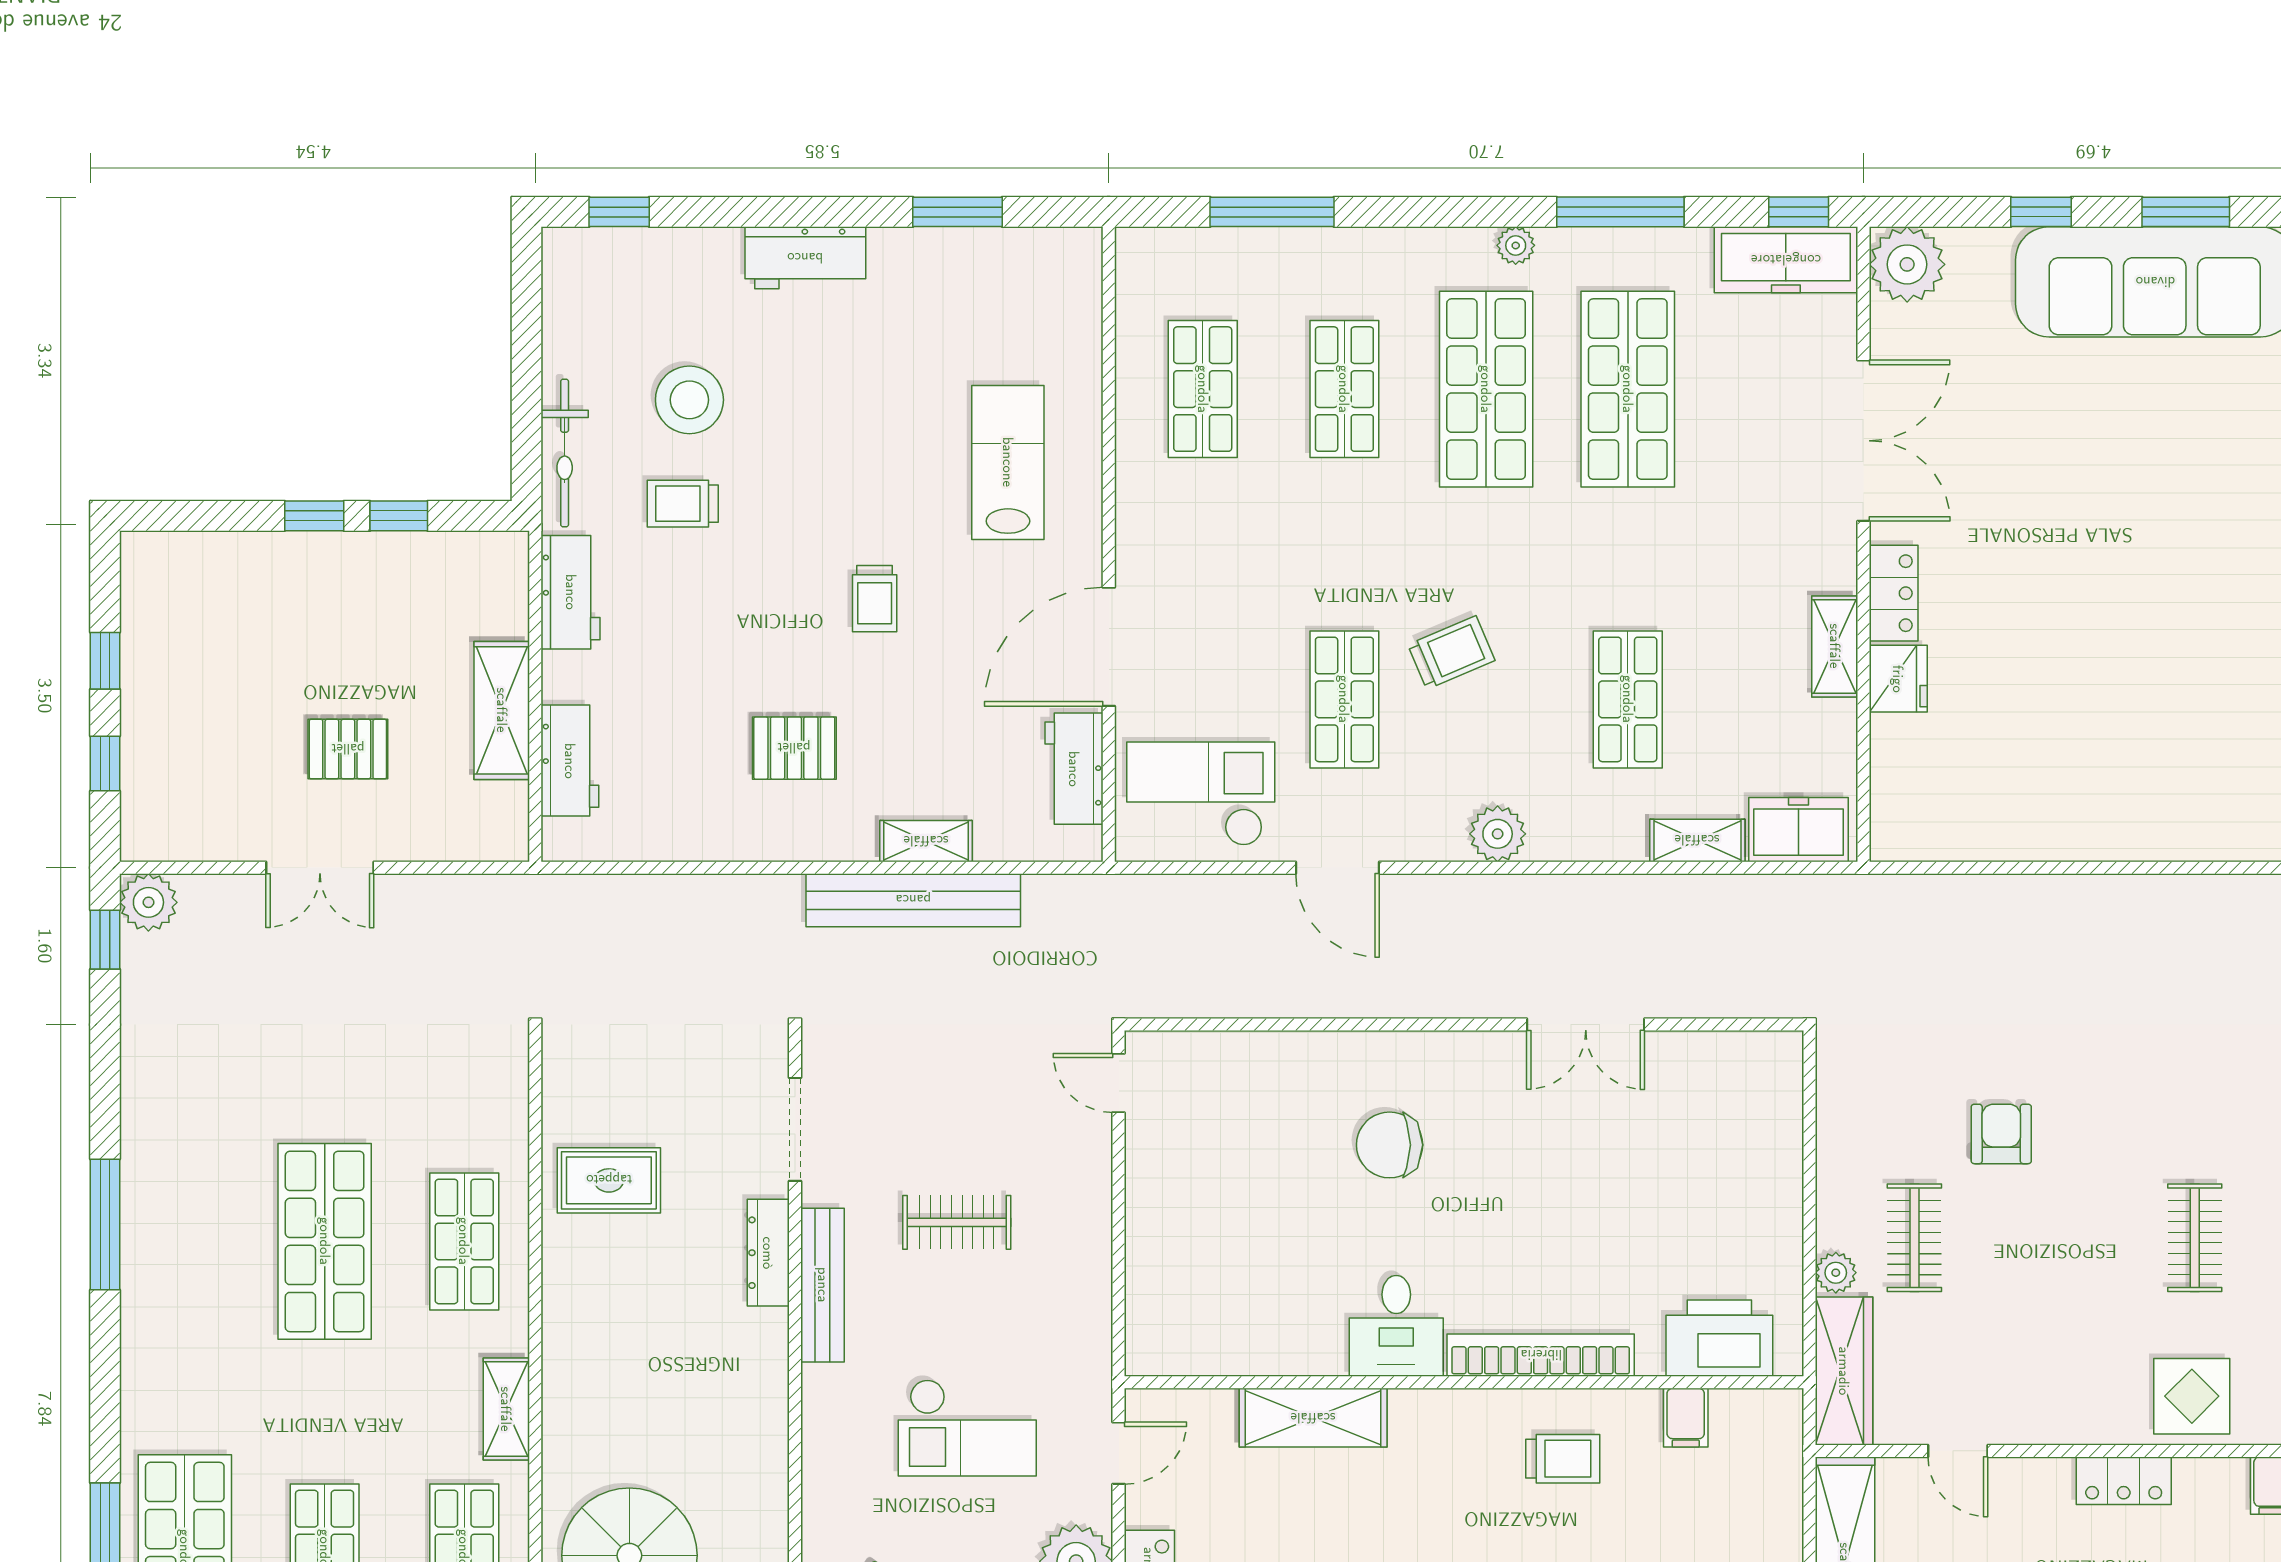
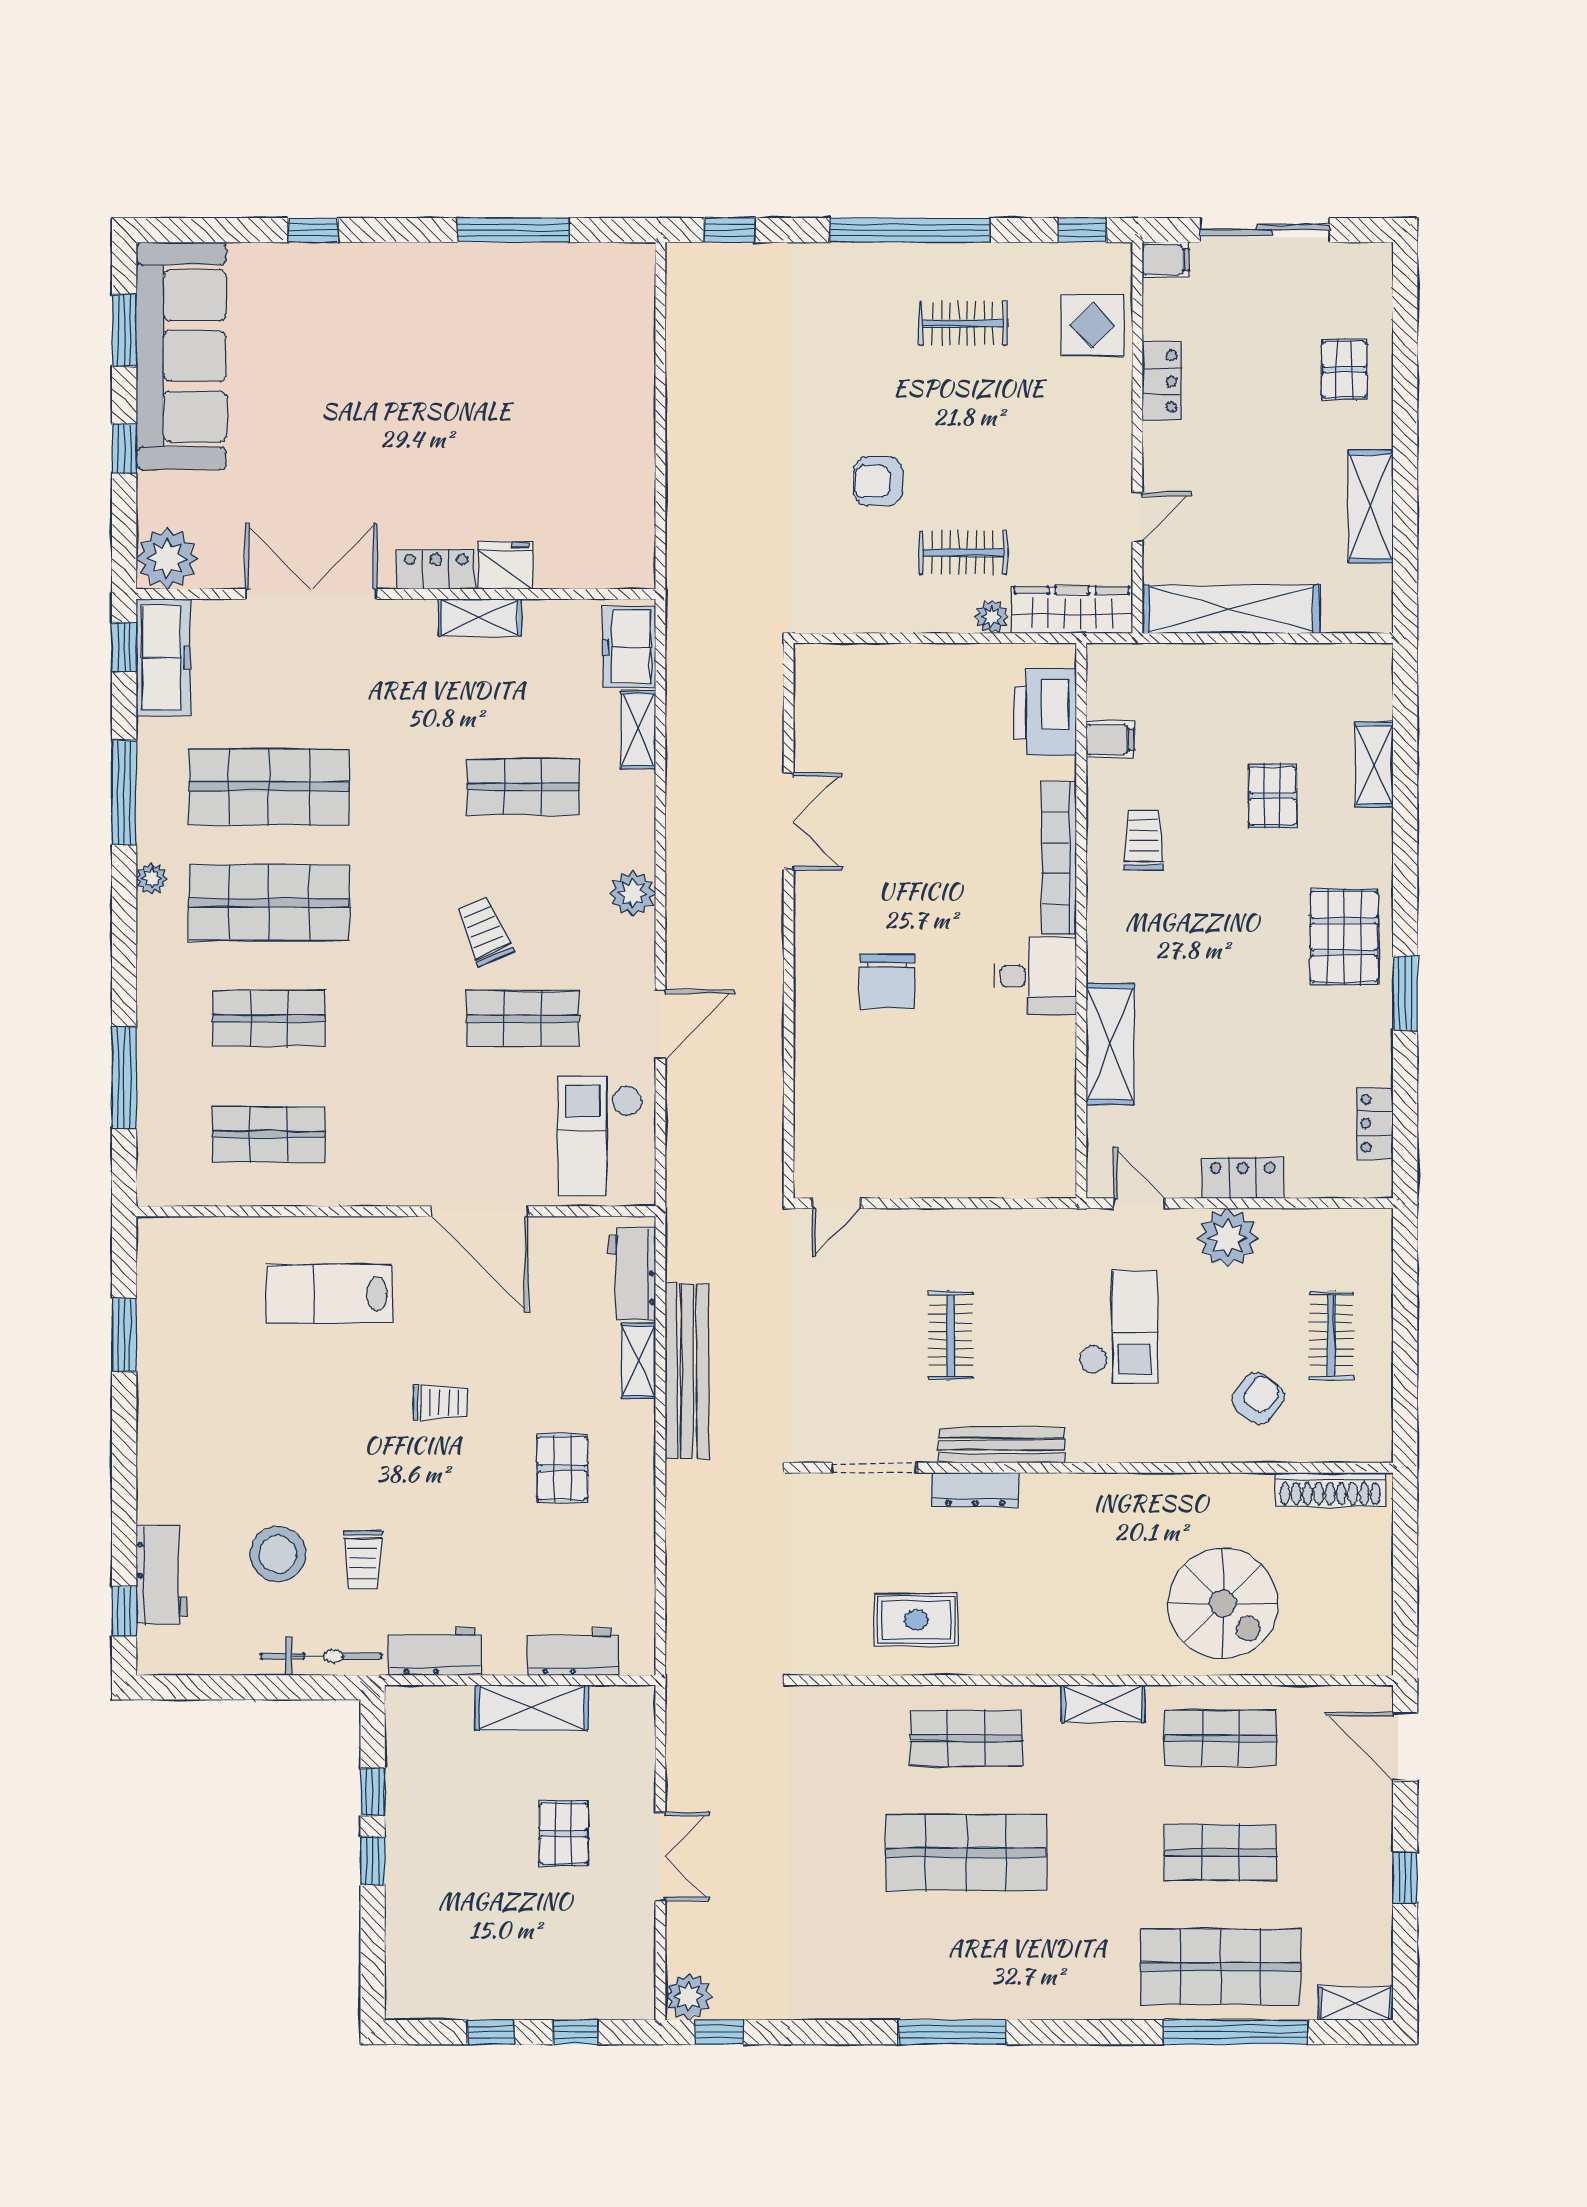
workbench: (805, 258) -> (162, 1575), moved
workbench: (1074, 769) -> (632, 1274), moved, turned 90
rug: (609, 1180) -> (916, 1620), turned 90

